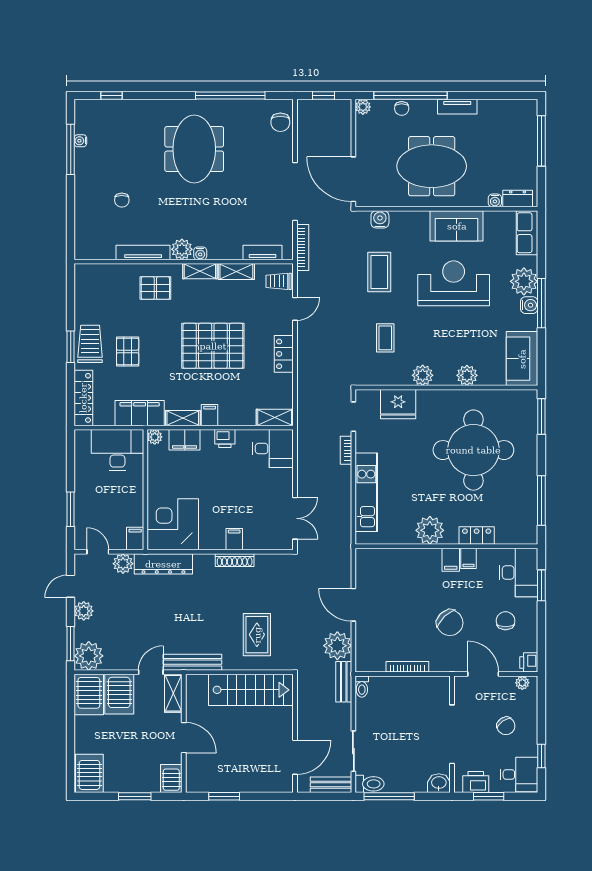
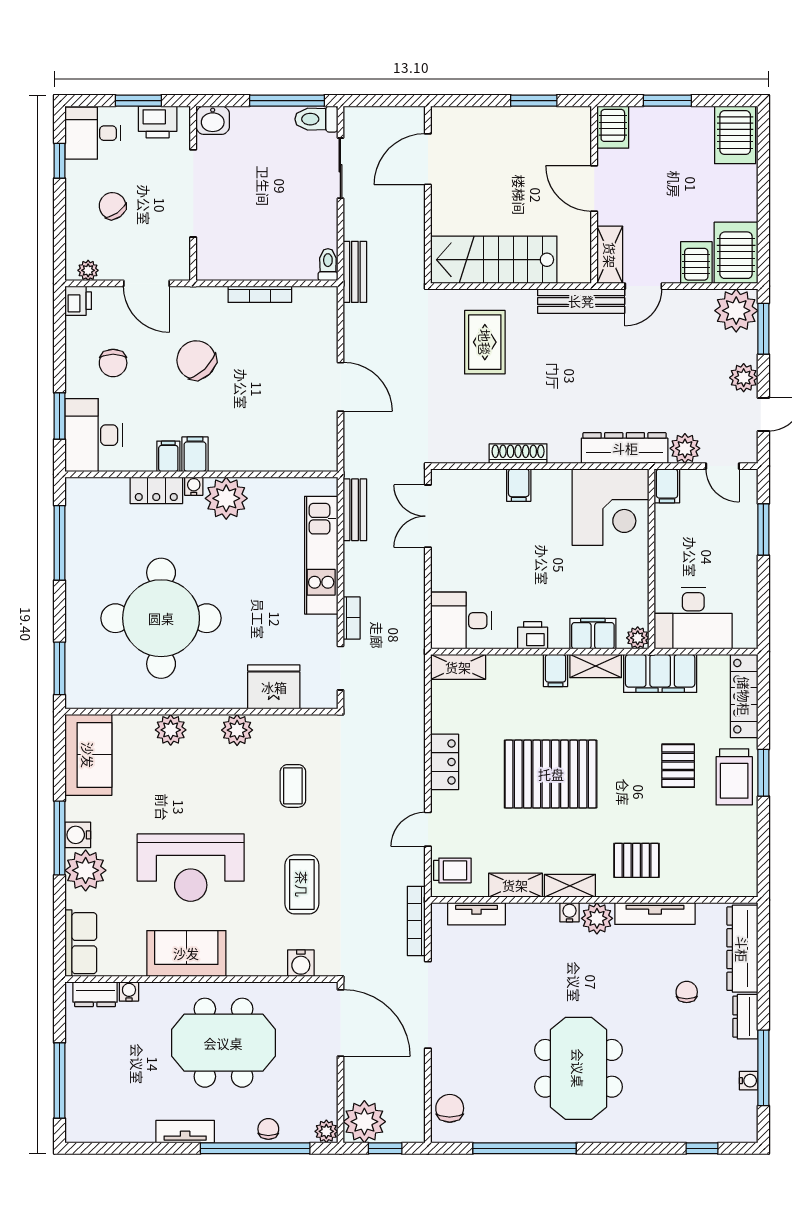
dresser: (83, 184) -> (745, 1017), added
dresser: (85, 229) -> (742, 949), added
water cooler: (452, 538) -> (194, 486), added
plant: (337, 646) -> (364, 1122), moved
server rack: (119, 694) -> (696, 263), width x0.73, depth x0.70
bench: (331, 785) -> (355, 510), moved, turned 90

